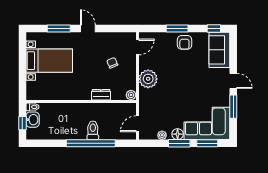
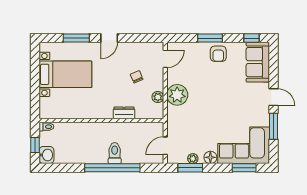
door: (88, 29) -> (109, 38), swing flipped
plant: (131, 95) -> (158, 97), moved
washbasin: (33, 120) -> (47, 155), moved
window: (179, 143) -> (190, 168), moved

